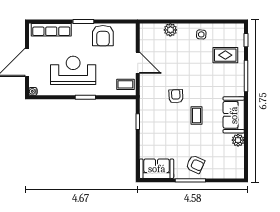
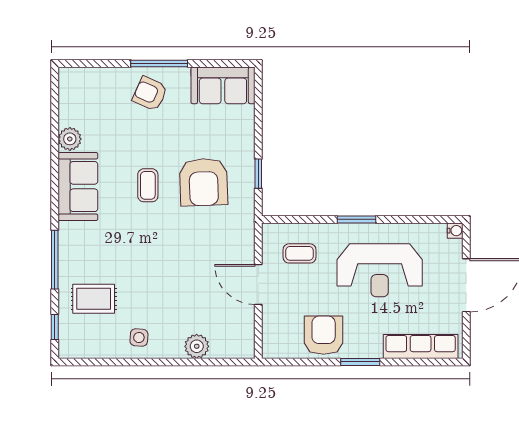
coffee table: (125, 84) -> (300, 253), moved
armchair: (176, 96) -> (204, 182), moved, width x1.88, depth x1.88

